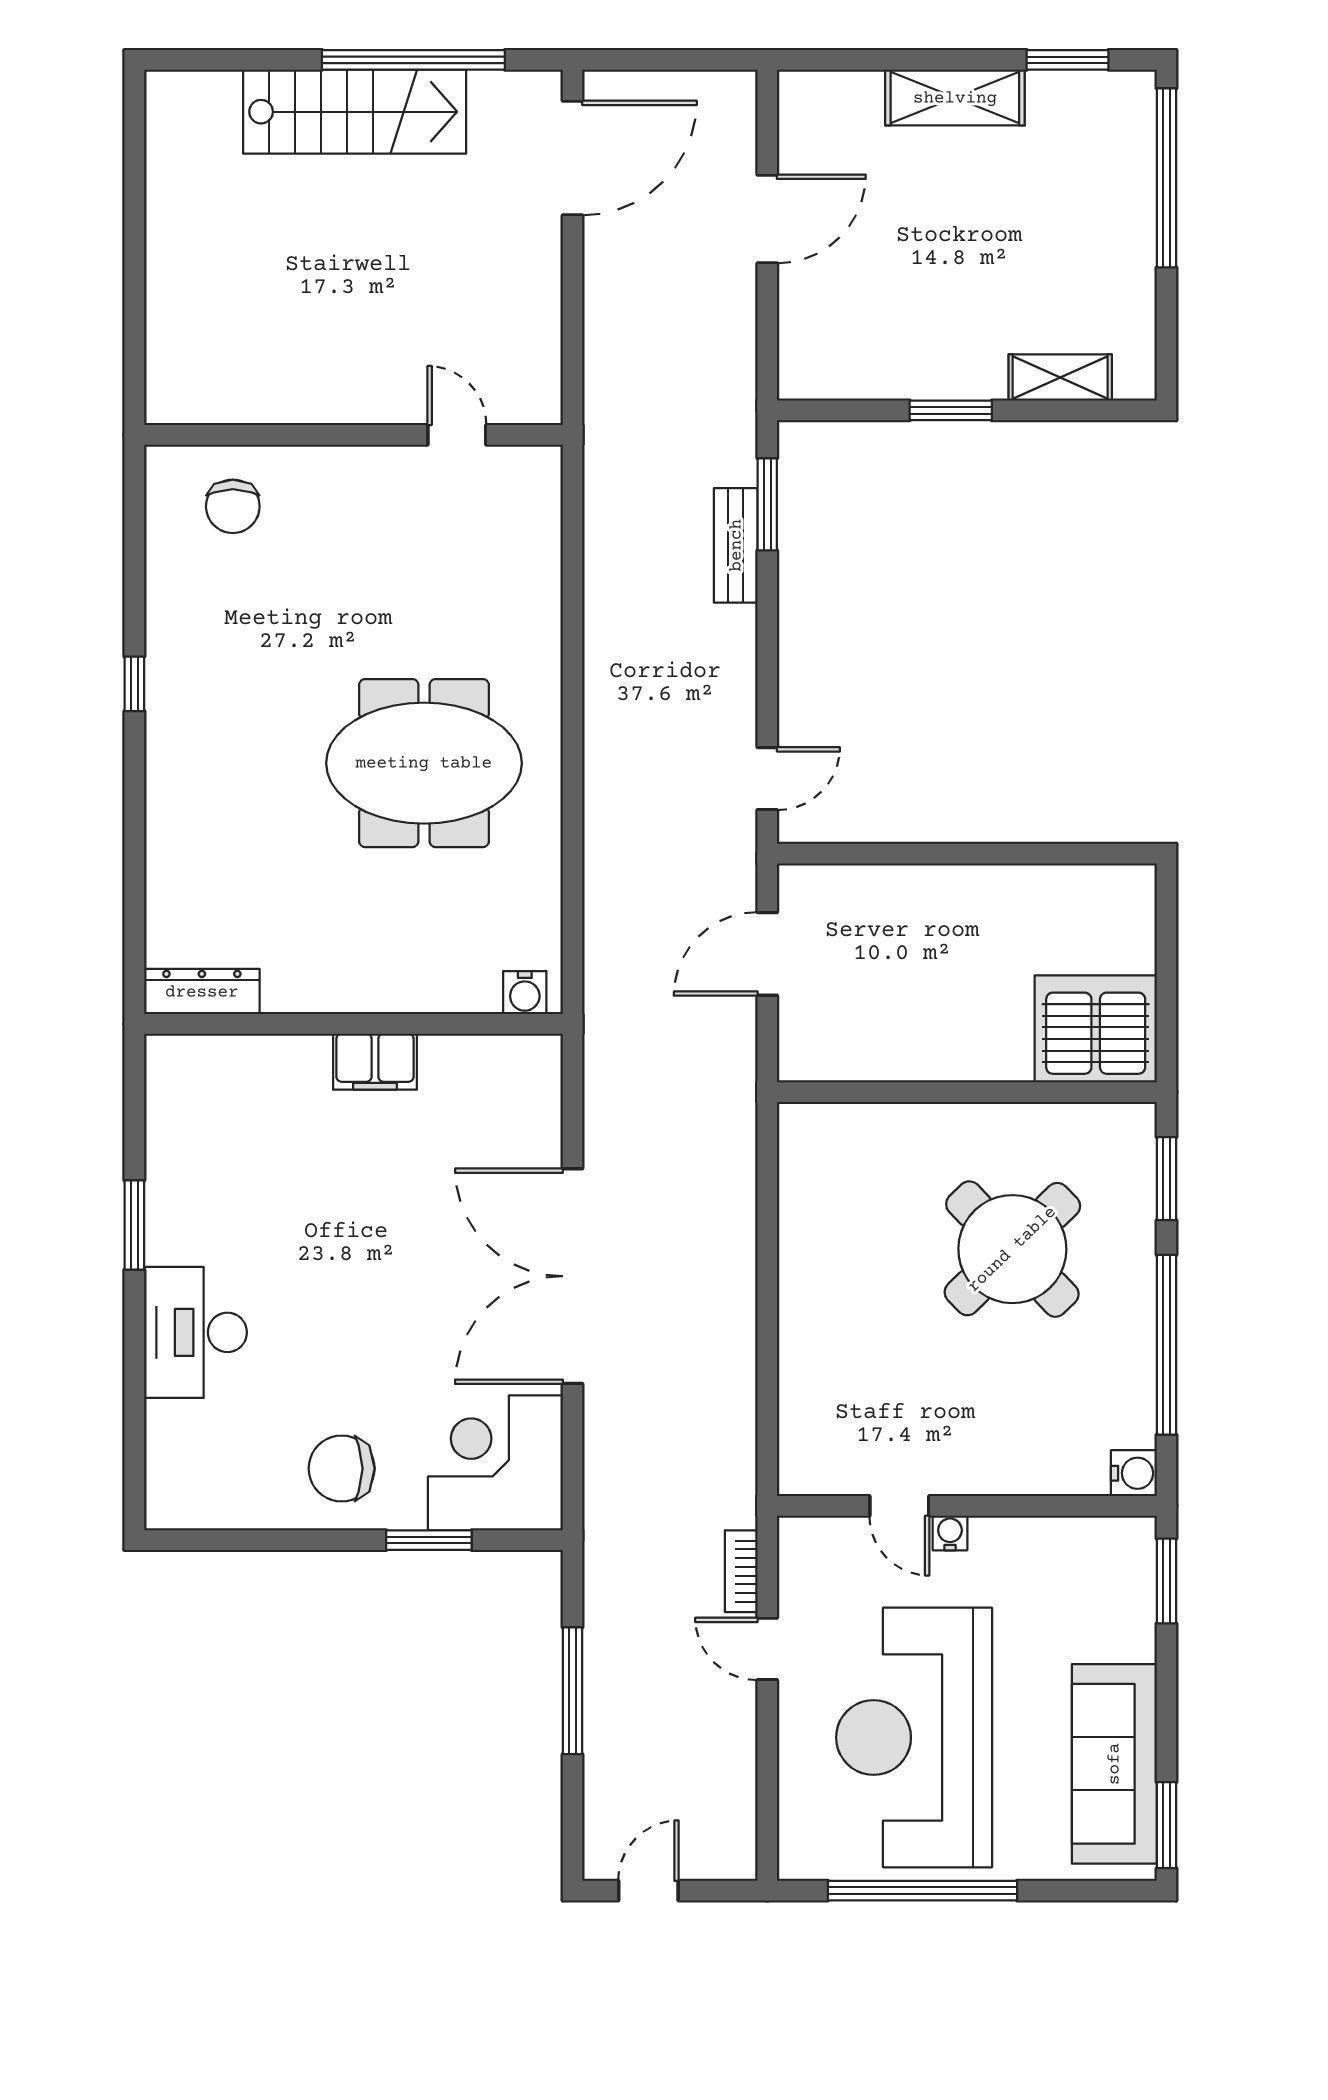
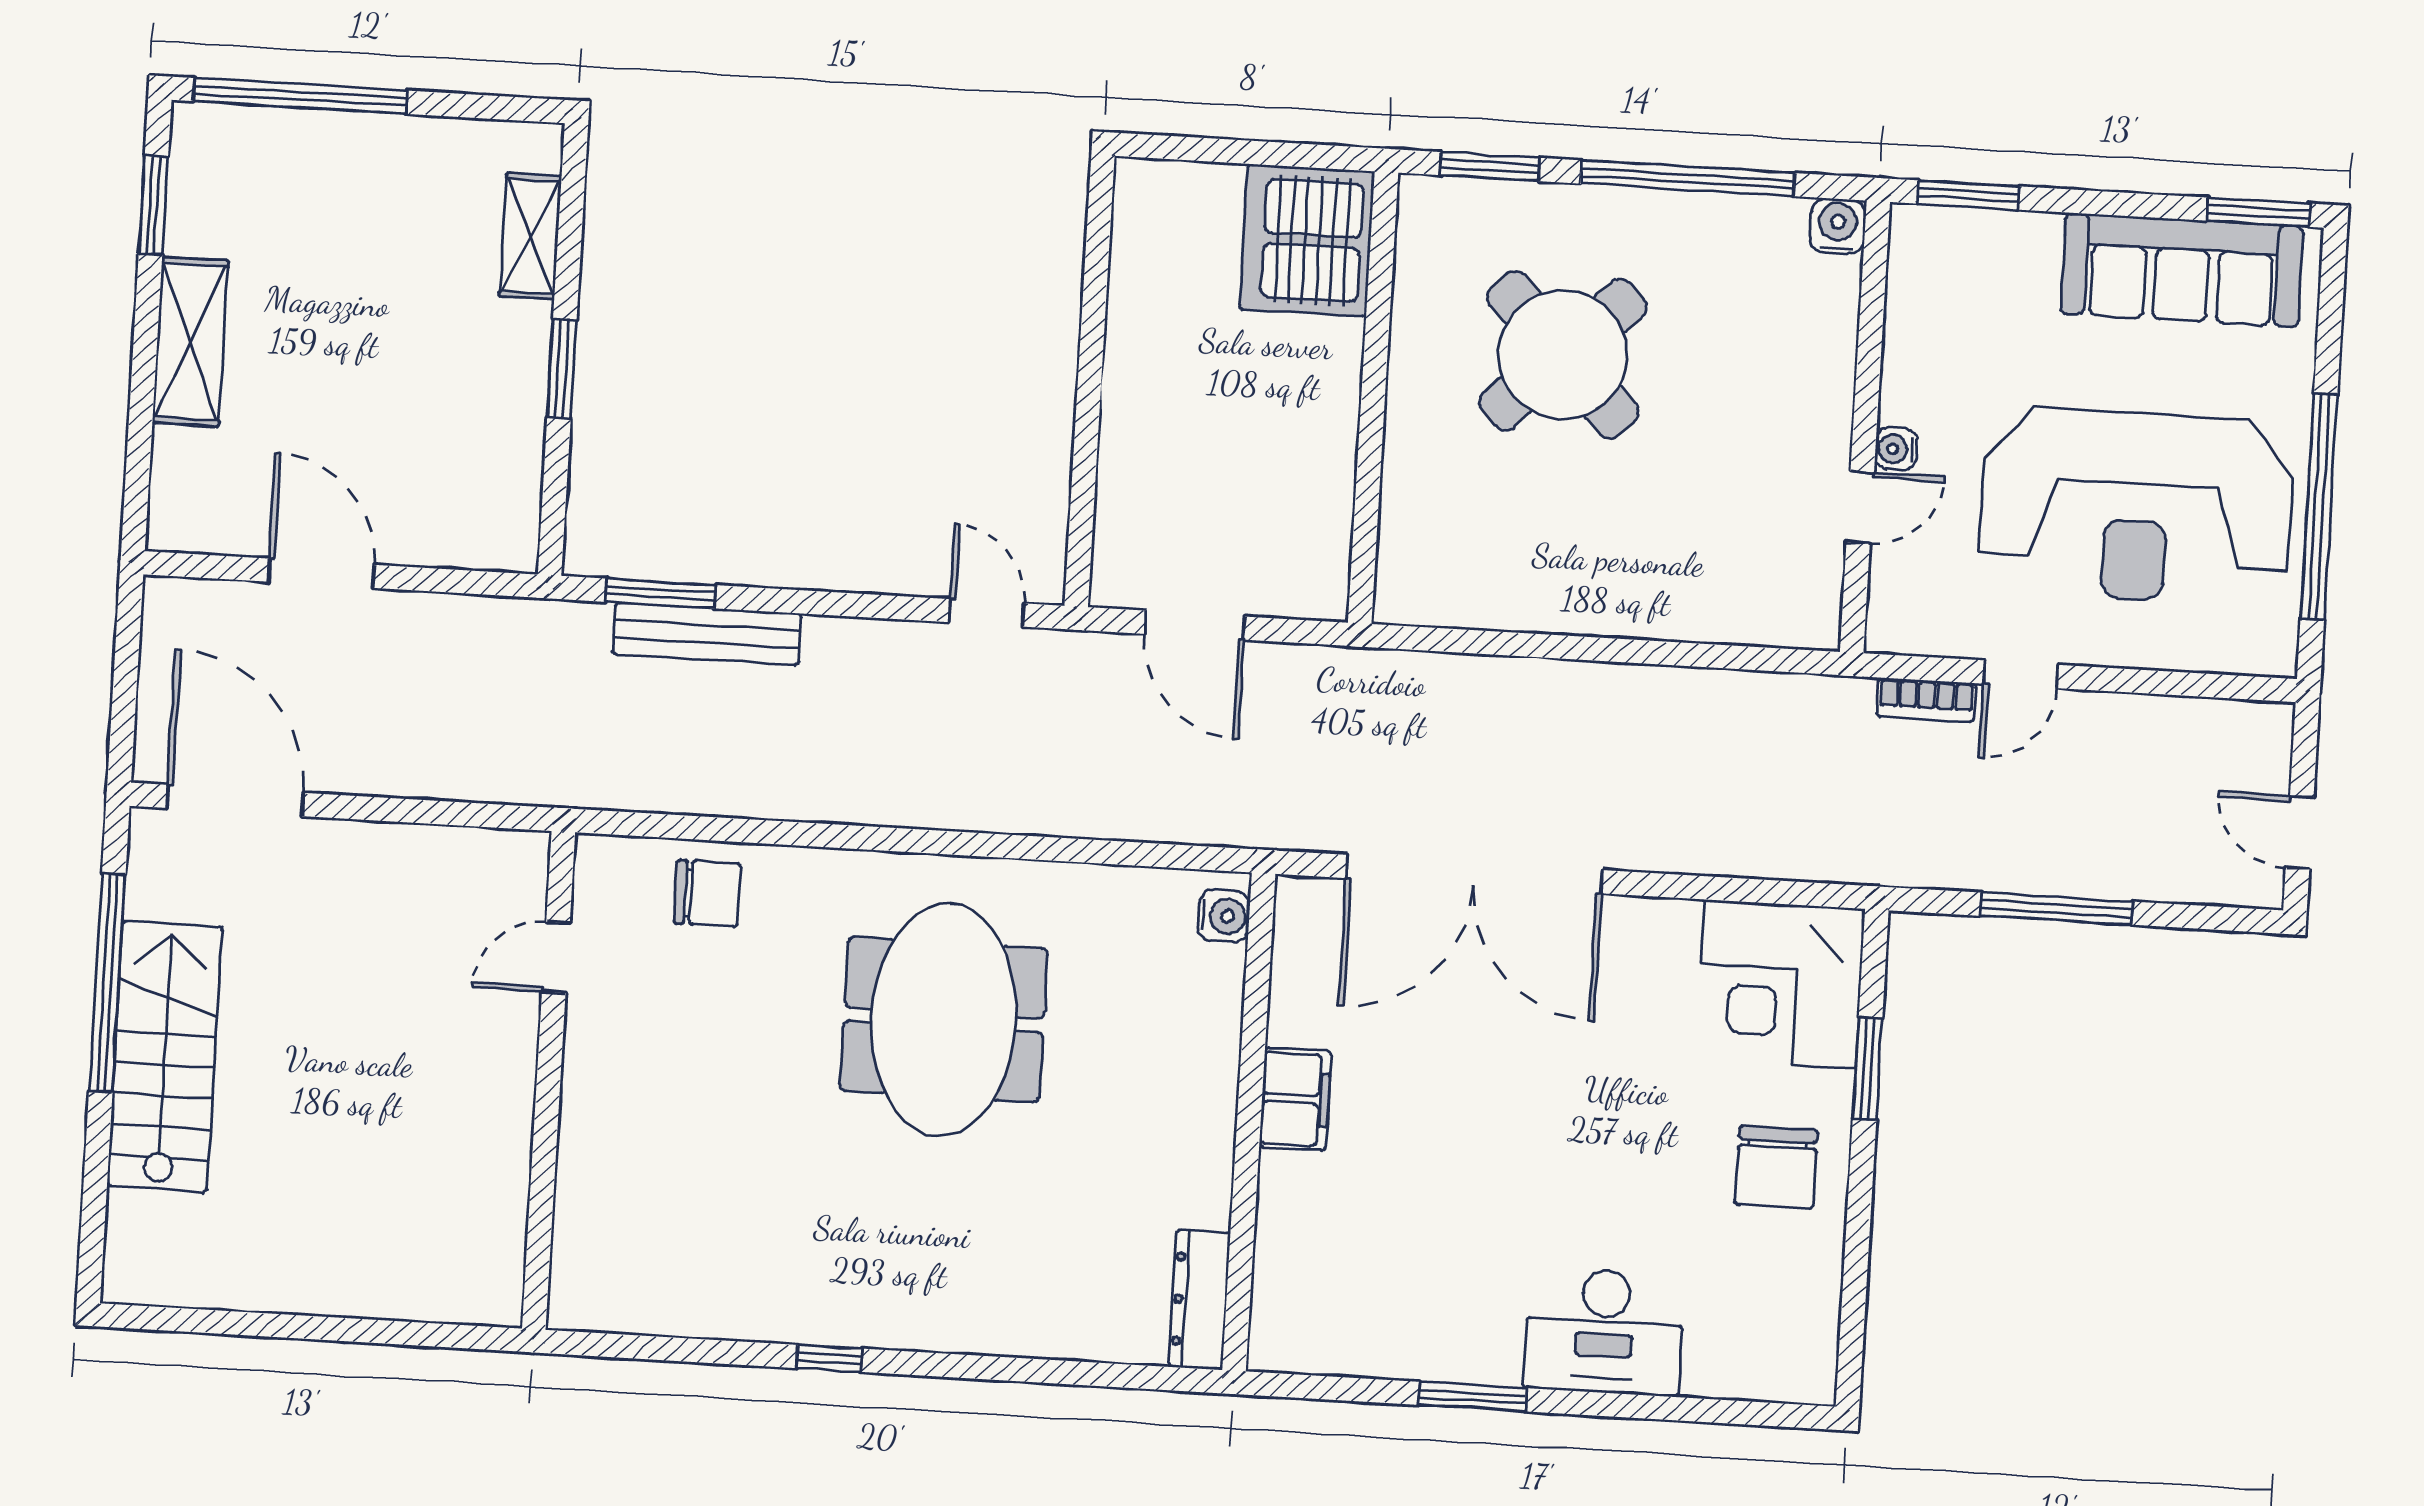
chair: (233, 506) -> (707, 893), moved
bench: (736, 545) -> (707, 634), width x1.36
double door: (572, 1276) -> (1474, 874), moved

